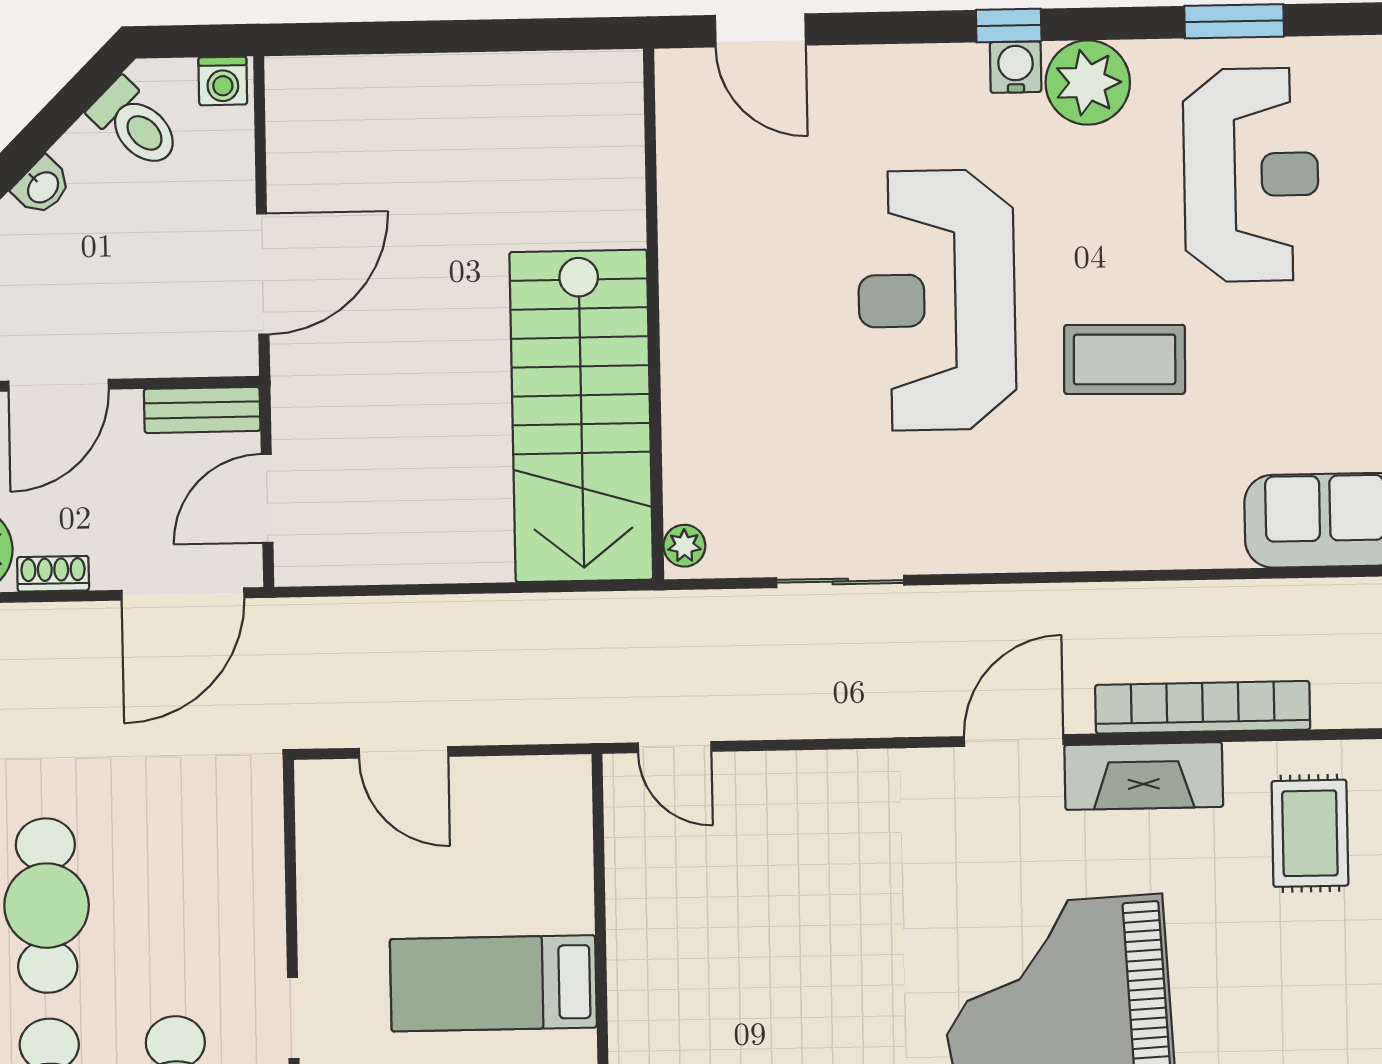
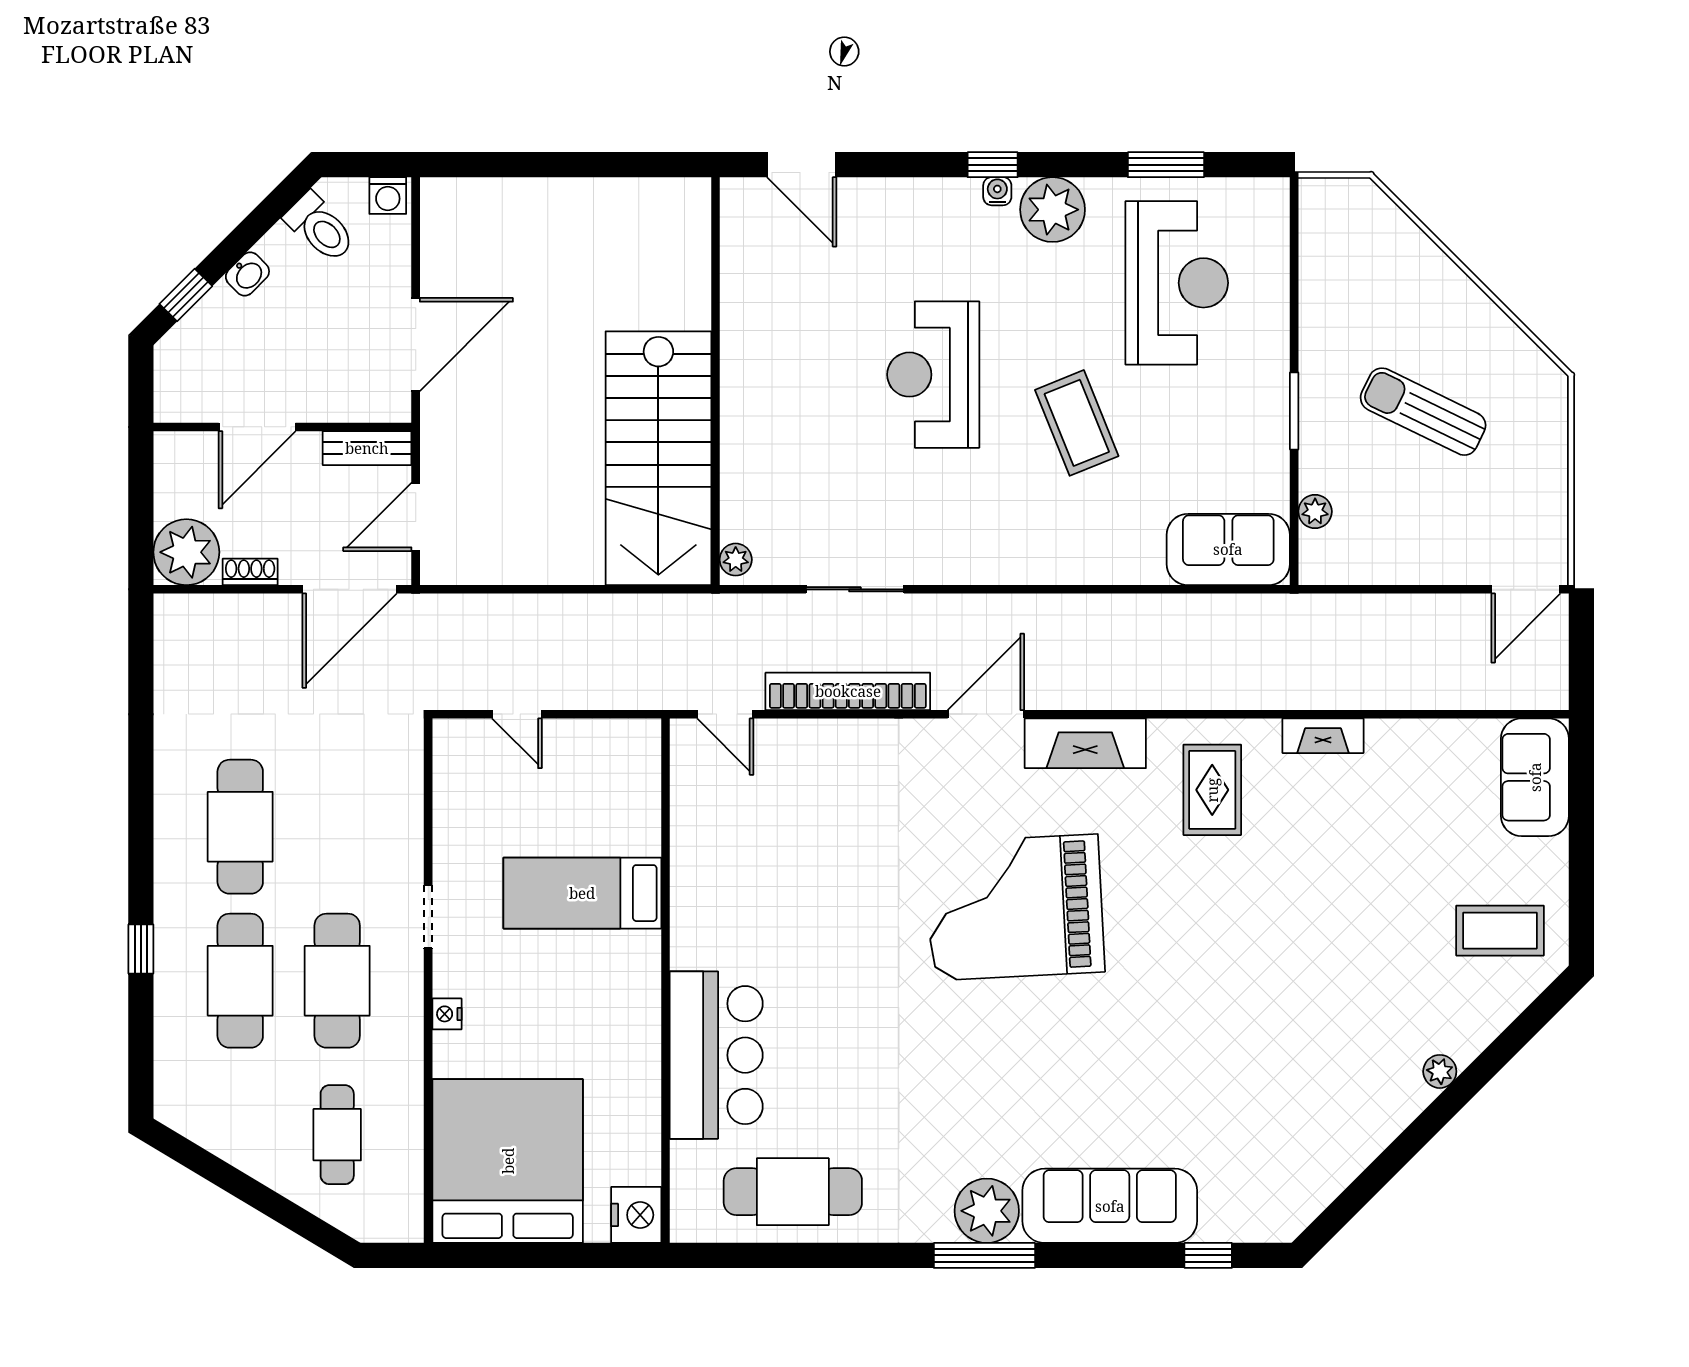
water cooler: (1016, 67) -> (997, 191), width x0.72, depth x0.72
reception desk: (937, 300) -> (933, 375), width x0.74, depth x0.77
coffee table: (1125, 359) -> (1077, 423), turned 67
bookcase: (1203, 707) -> (848, 691), moved
door: (404, 752) -> (517, 714), width x0.73

